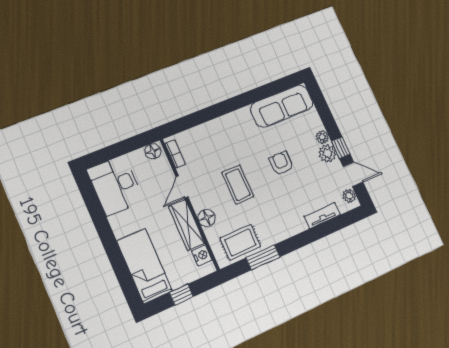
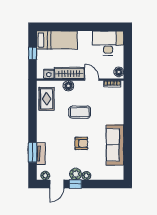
sofa: (282, 106) -> (115, 145), moved
window: (263, 257) -> (33, 152), moved

